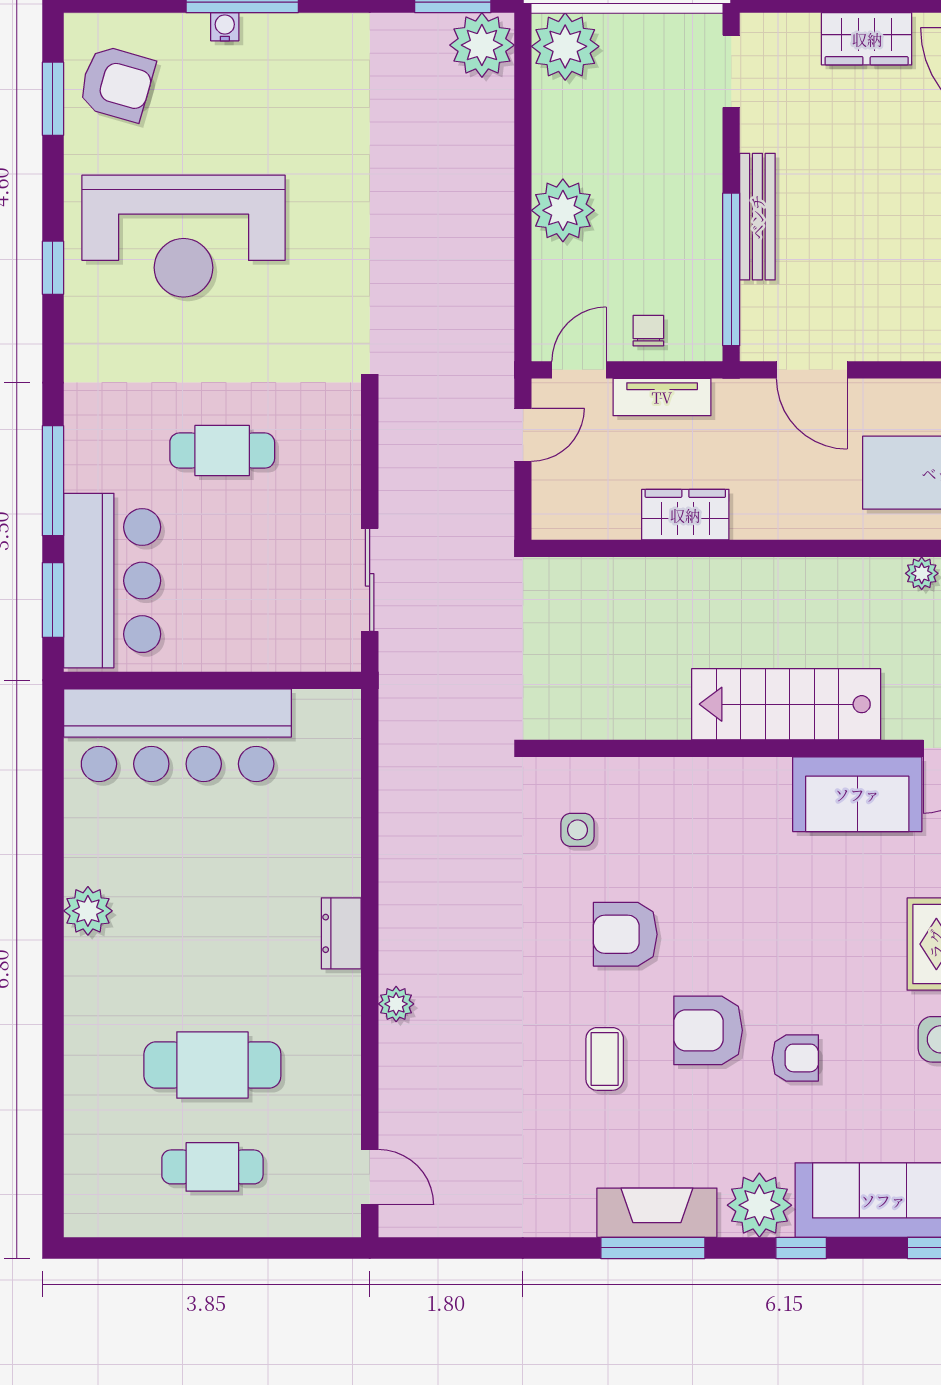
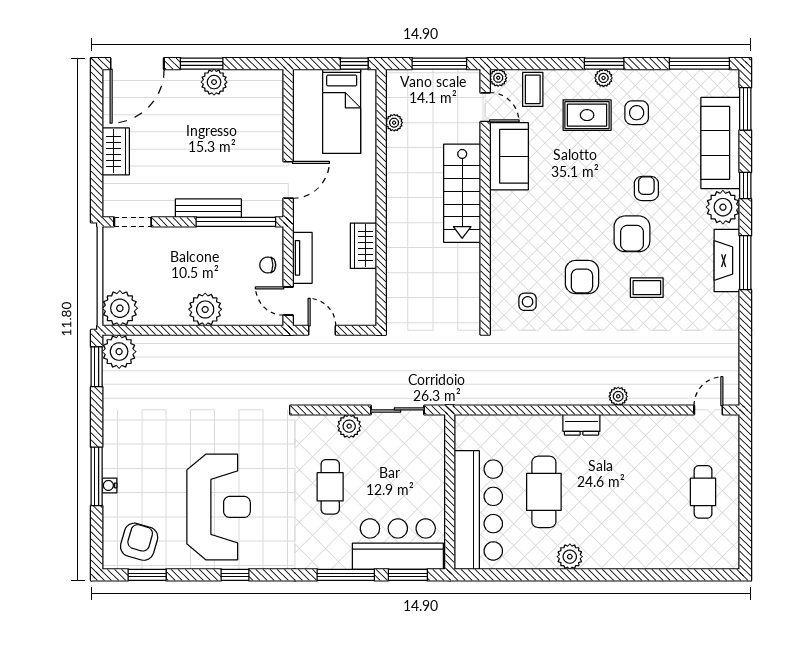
plant: (339, 487) -> (349, 426), added
cafe table: (212, 1065) -> (544, 492), moved

